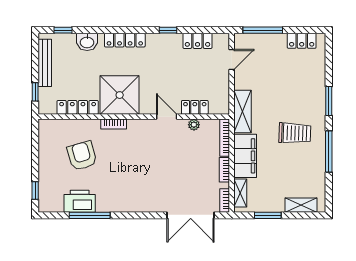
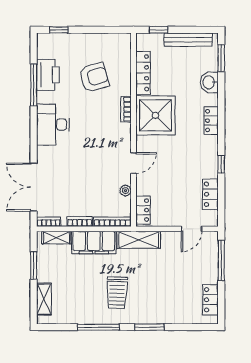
window: (63, 30) -> (221, 58), width x1.50
locker: (125, 40) -> (211, 121), width x0.66
door: (232, 59) -> (191, 229), hinge flipped
locker: (195, 107) -> (143, 210), moved
desk: (129, 196) -> (53, 125), added

